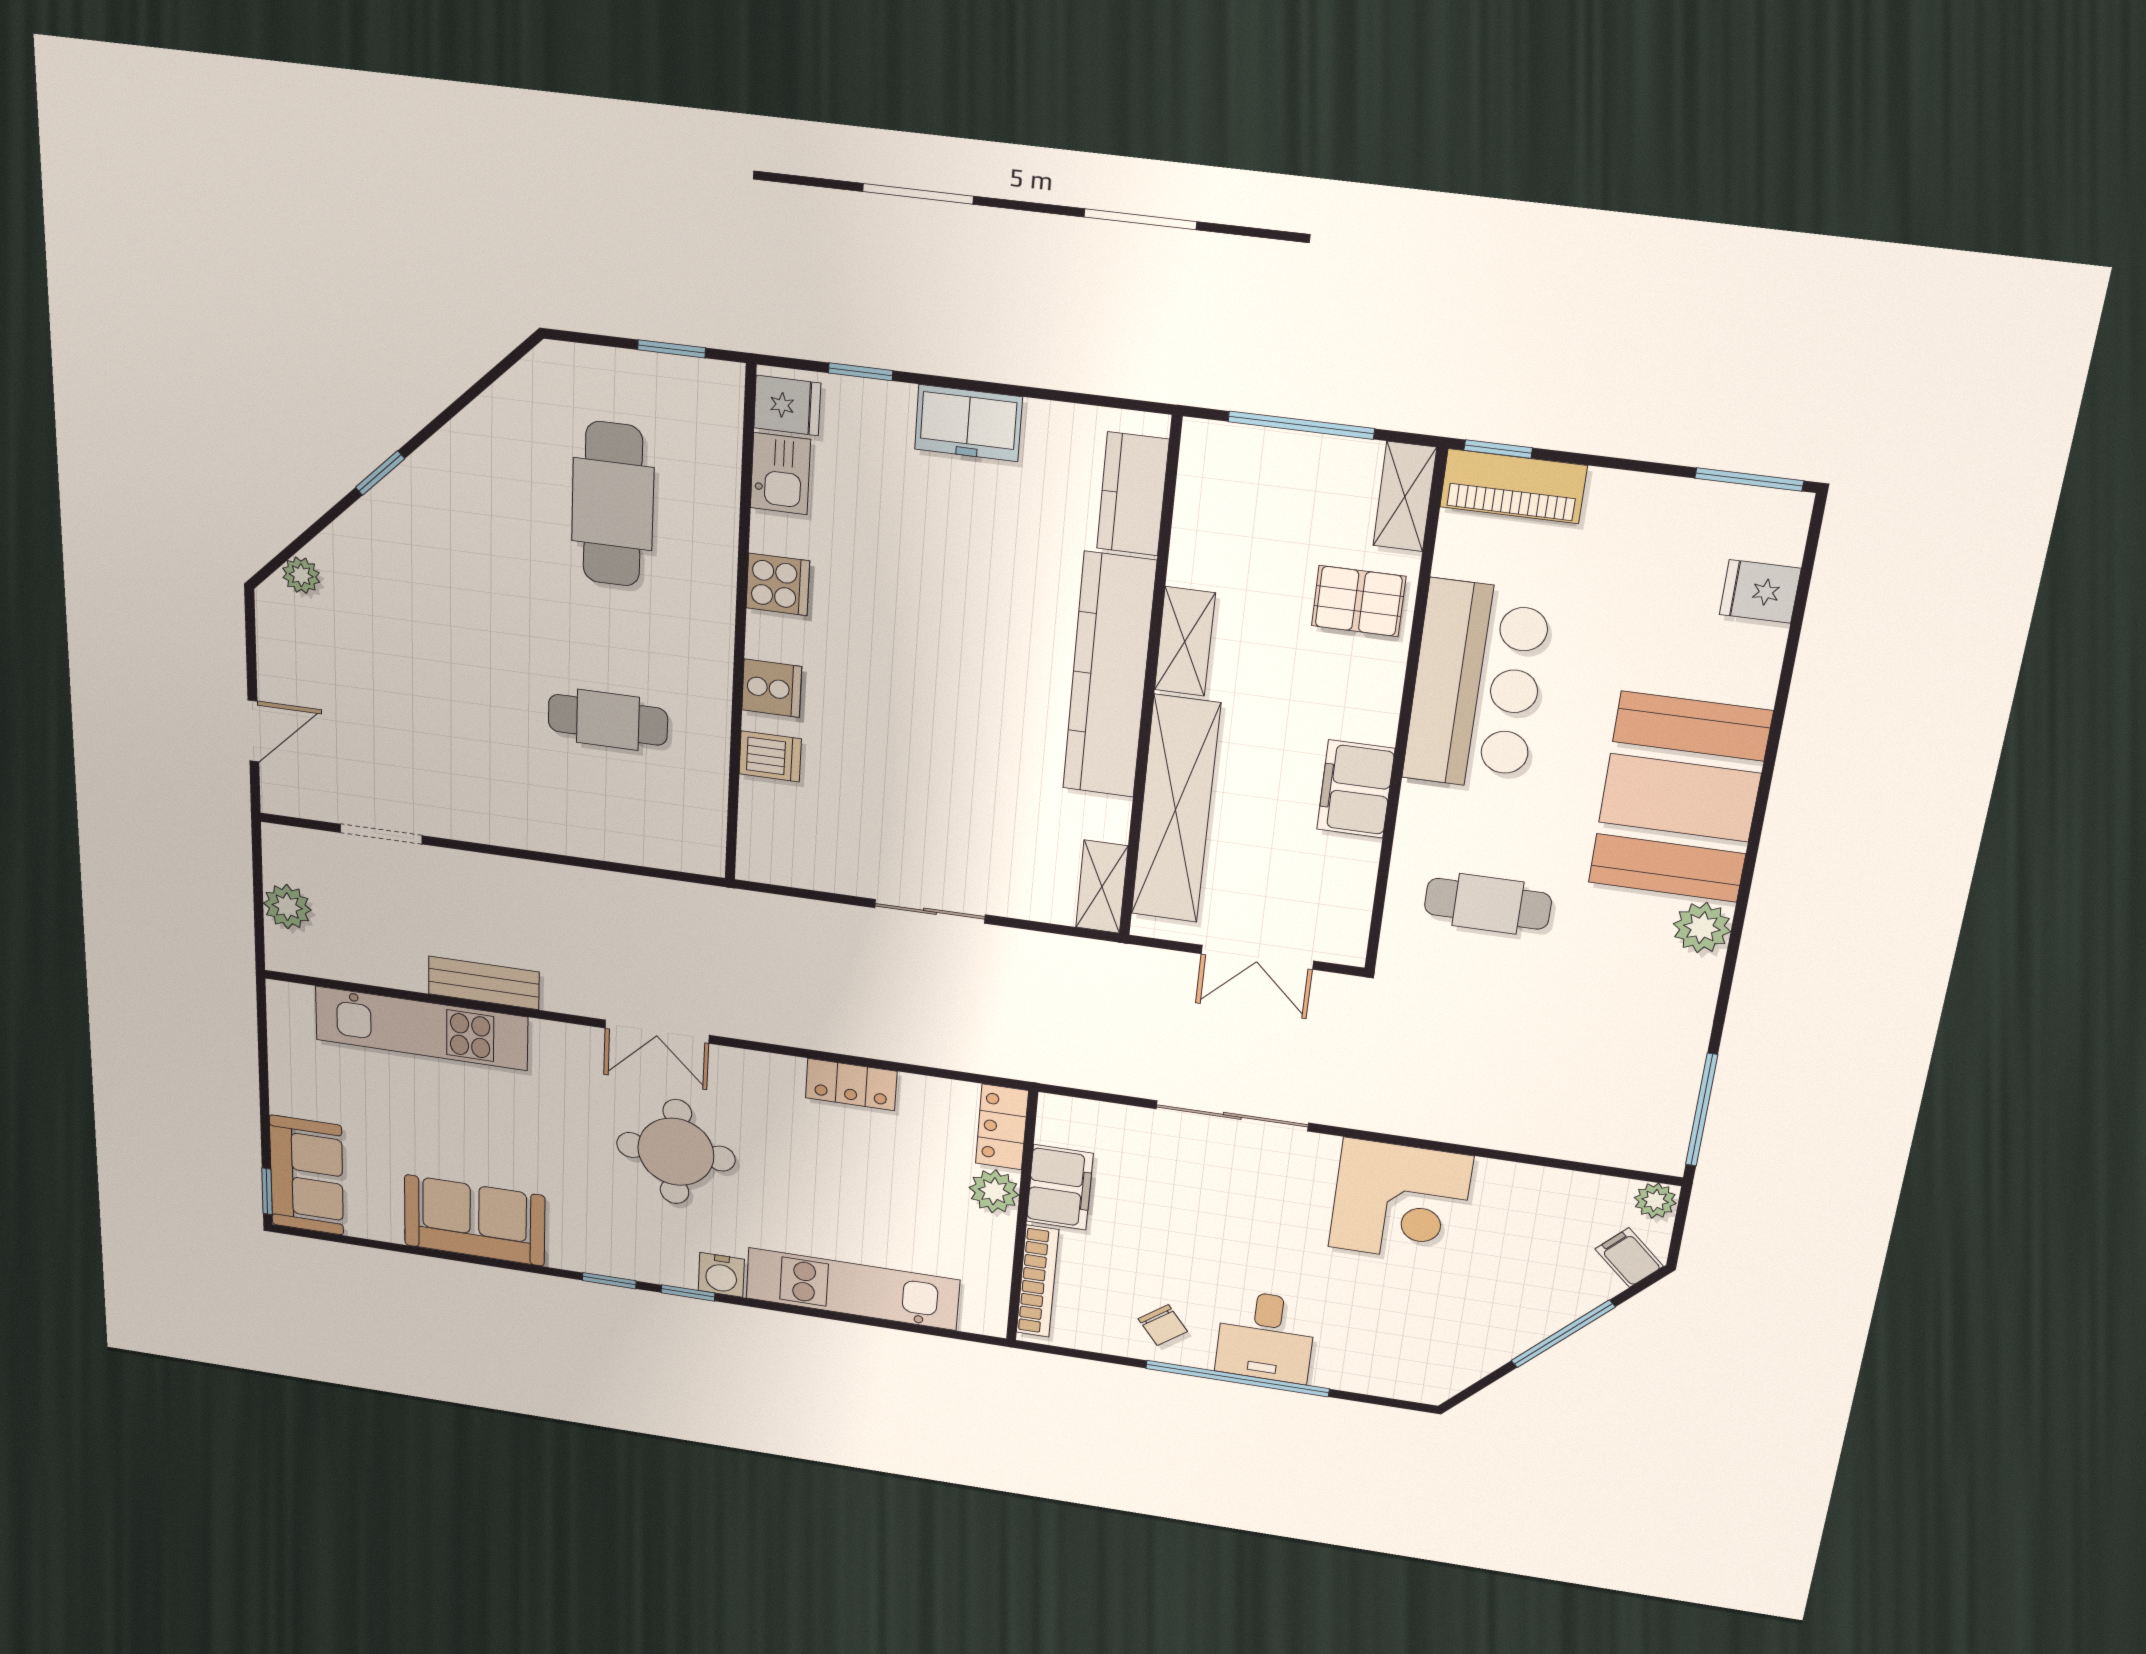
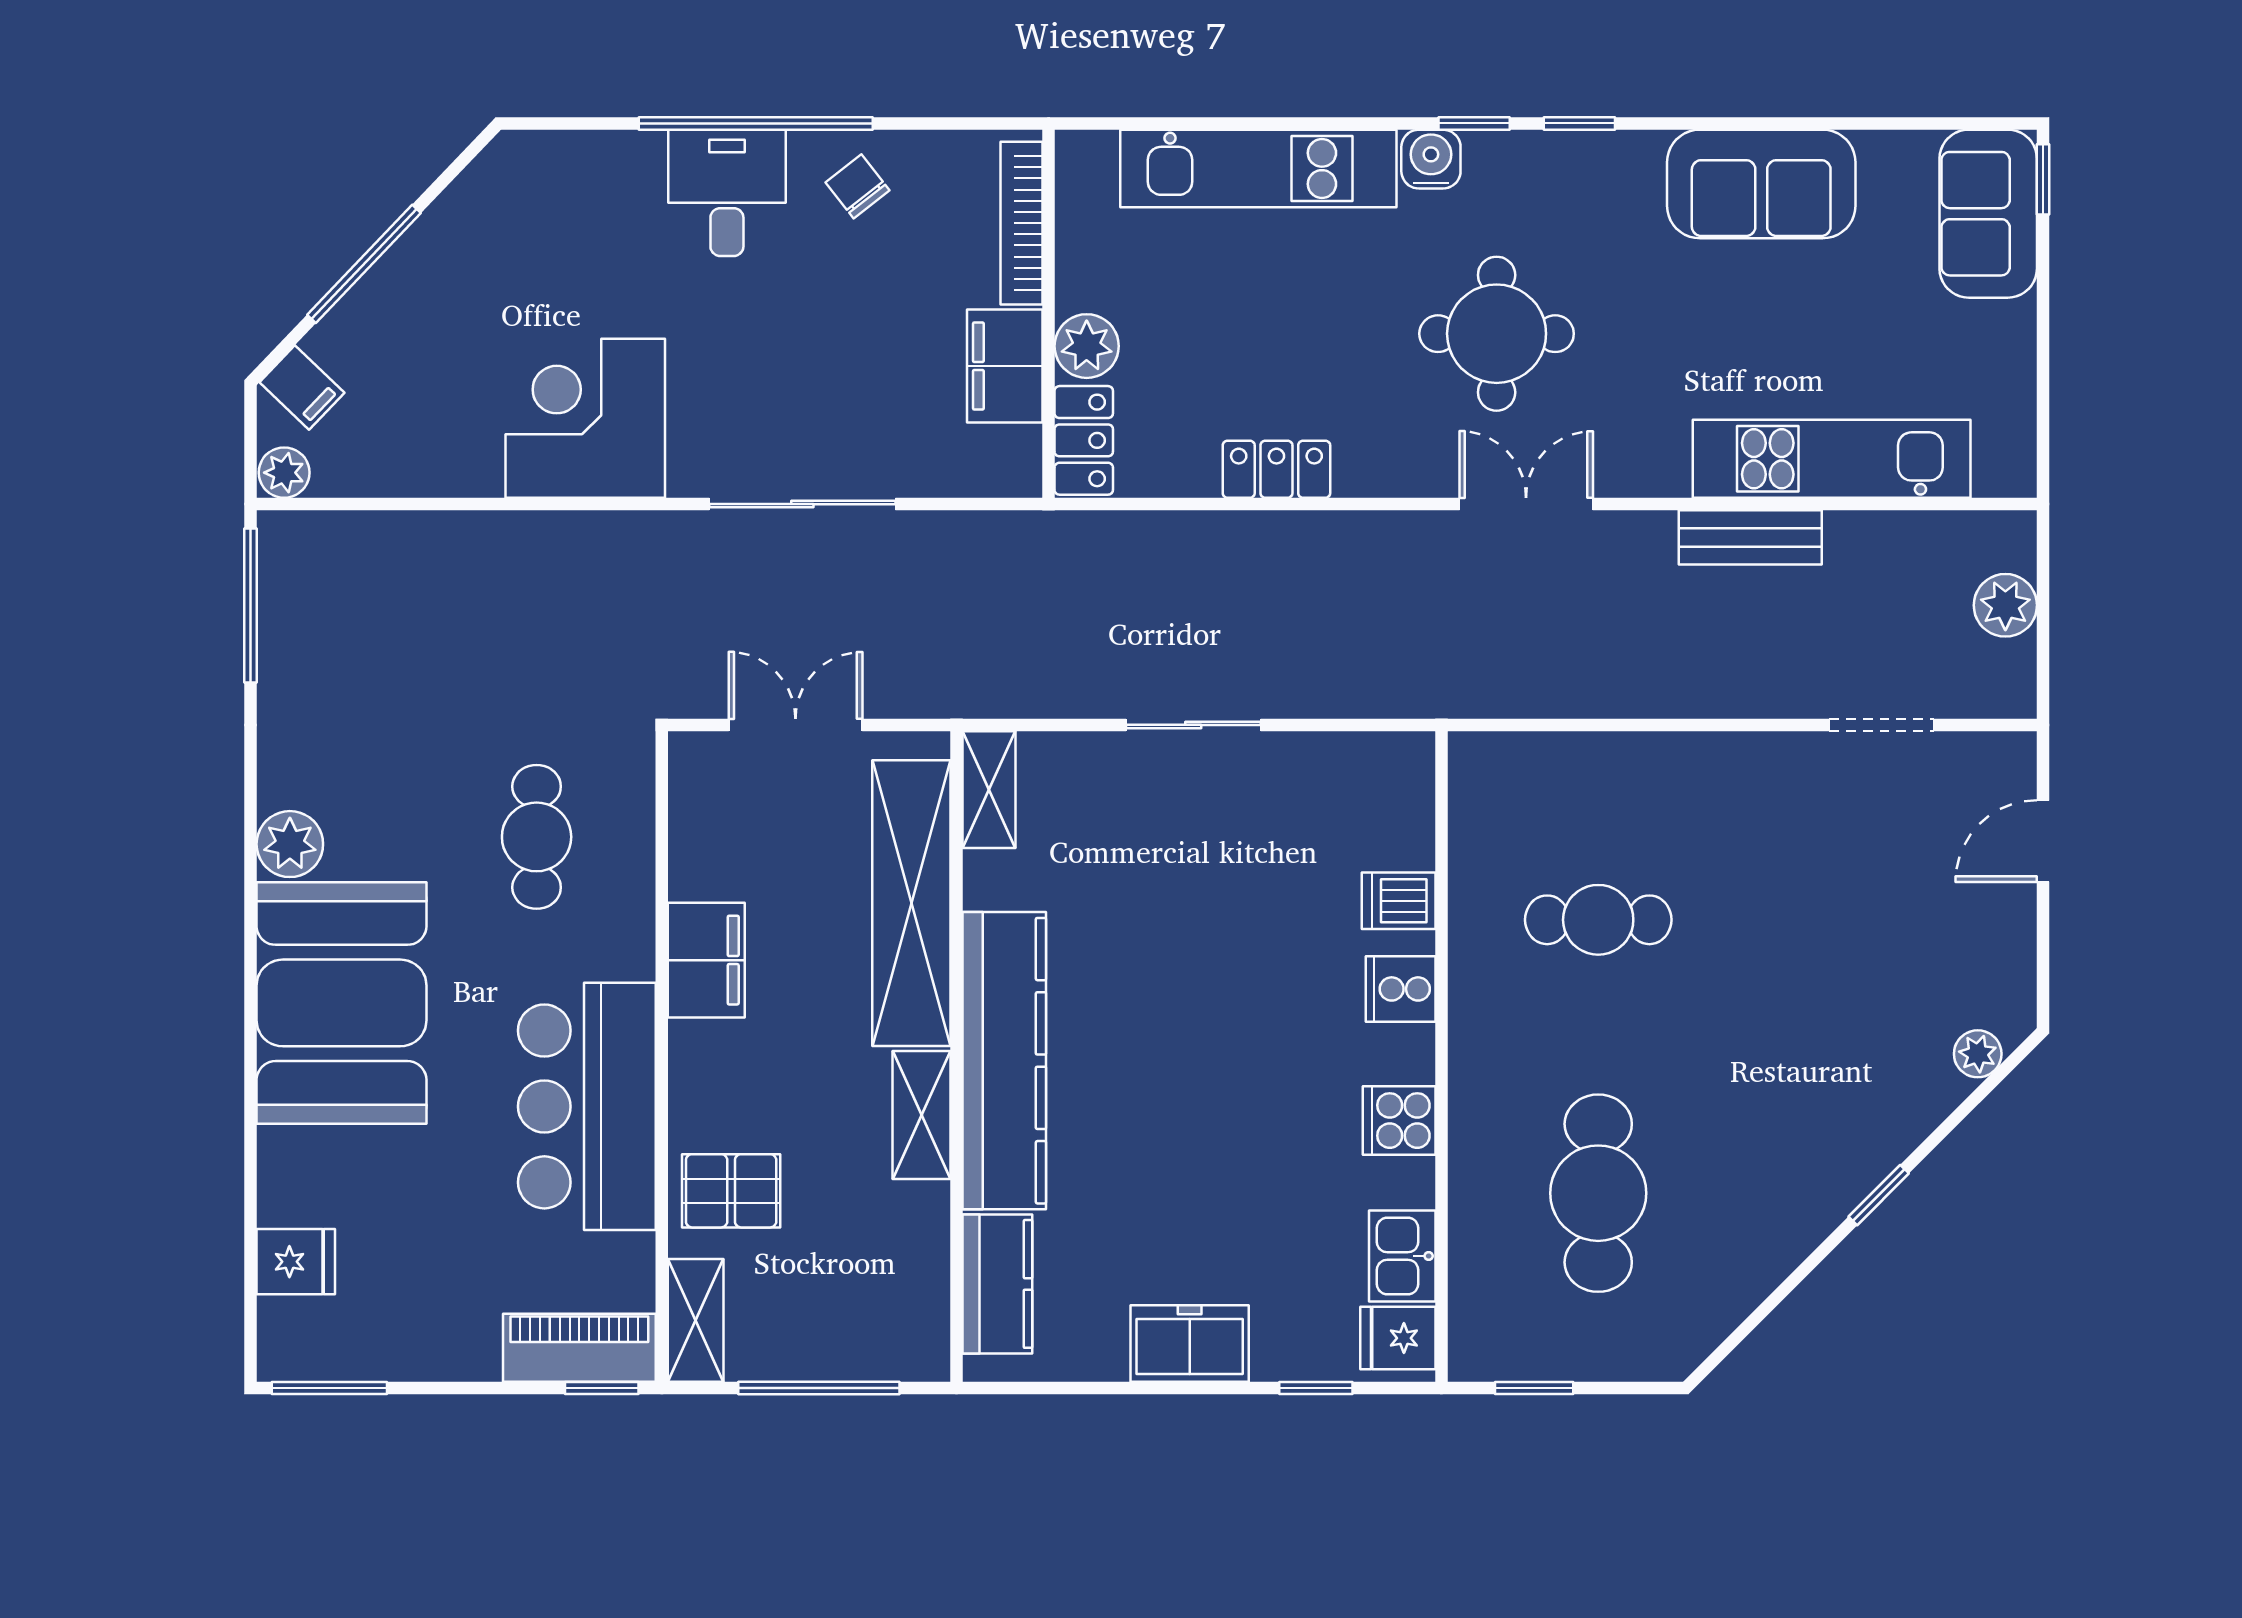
cafe table: (1488, 904) -> (537, 837), turned 90

